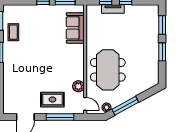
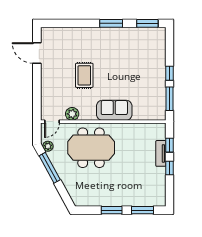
sofa: (75, 28) -> (114, 110), moved
coffee table: (13, 32) -> (134, 39), removed
rug: (52, 100) -> (84, 75), moved
window: (60, 117) -> (37, 93), removed

